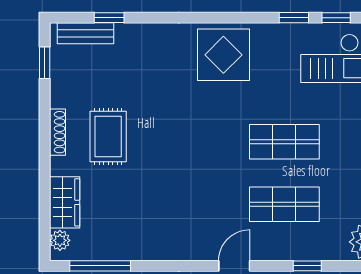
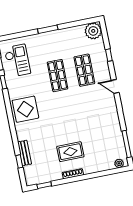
bench: (85, 33) -> (25, 153), moved
wardrobe: (65, 202) -> (102, 165), removed

